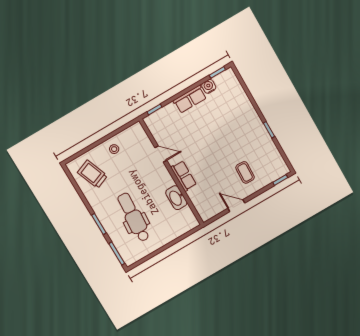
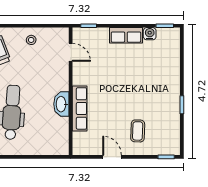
door: (161, 154) -> (71, 52), moved
row of seats: (184, 176) -> (80, 108), width x1.48
washbasin: (176, 198) -> (61, 104), moved

